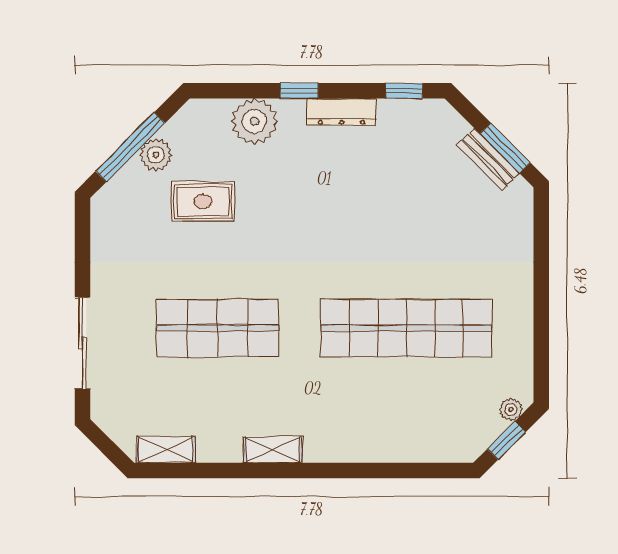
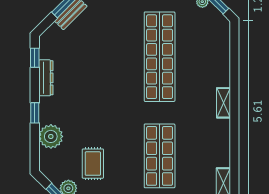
dresser: (342, 112) -> (46, 78), moved
shelving: (273, 450) -> (224, 103), moved

